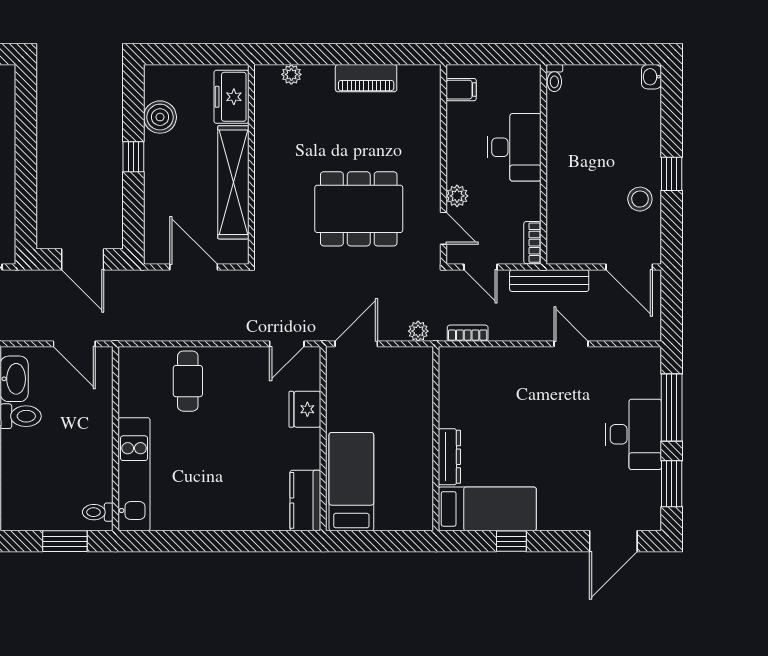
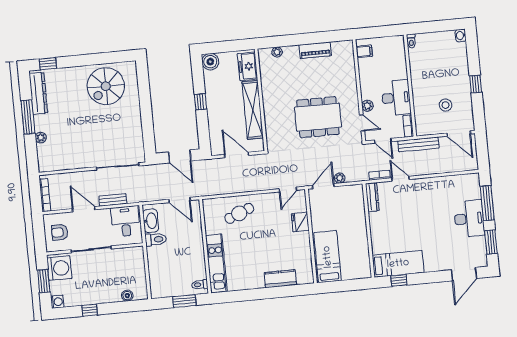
boiler: (160, 117) -> (210, 62), moved
desk: (514, 147) -> (396, 98), moved
stool: (640, 199) -> (446, 105), moved
plant: (418, 331) -> (340, 178), moved
door: (571, 344) -> (400, 179), moved
cafe table: (188, 381) -> (239, 213), turned 68
dresser: (449, 457) -> (372, 197), moved
kitchen counter: (305, 500) -> (280, 279), moved, turned 90
window: (511, 541) -> (399, 280), moved

